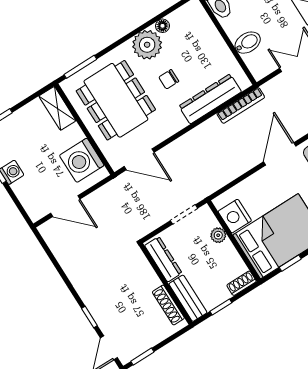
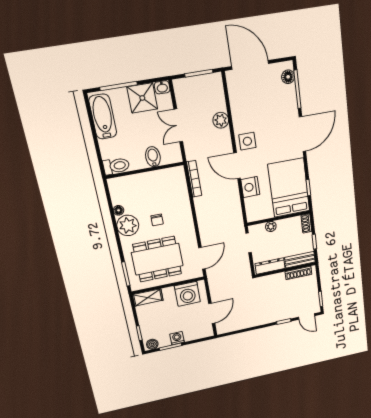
dresser: (210, 99) -> (181, 198), removed
nightstand: (235, 216) -> (250, 187), moved, turned 90

